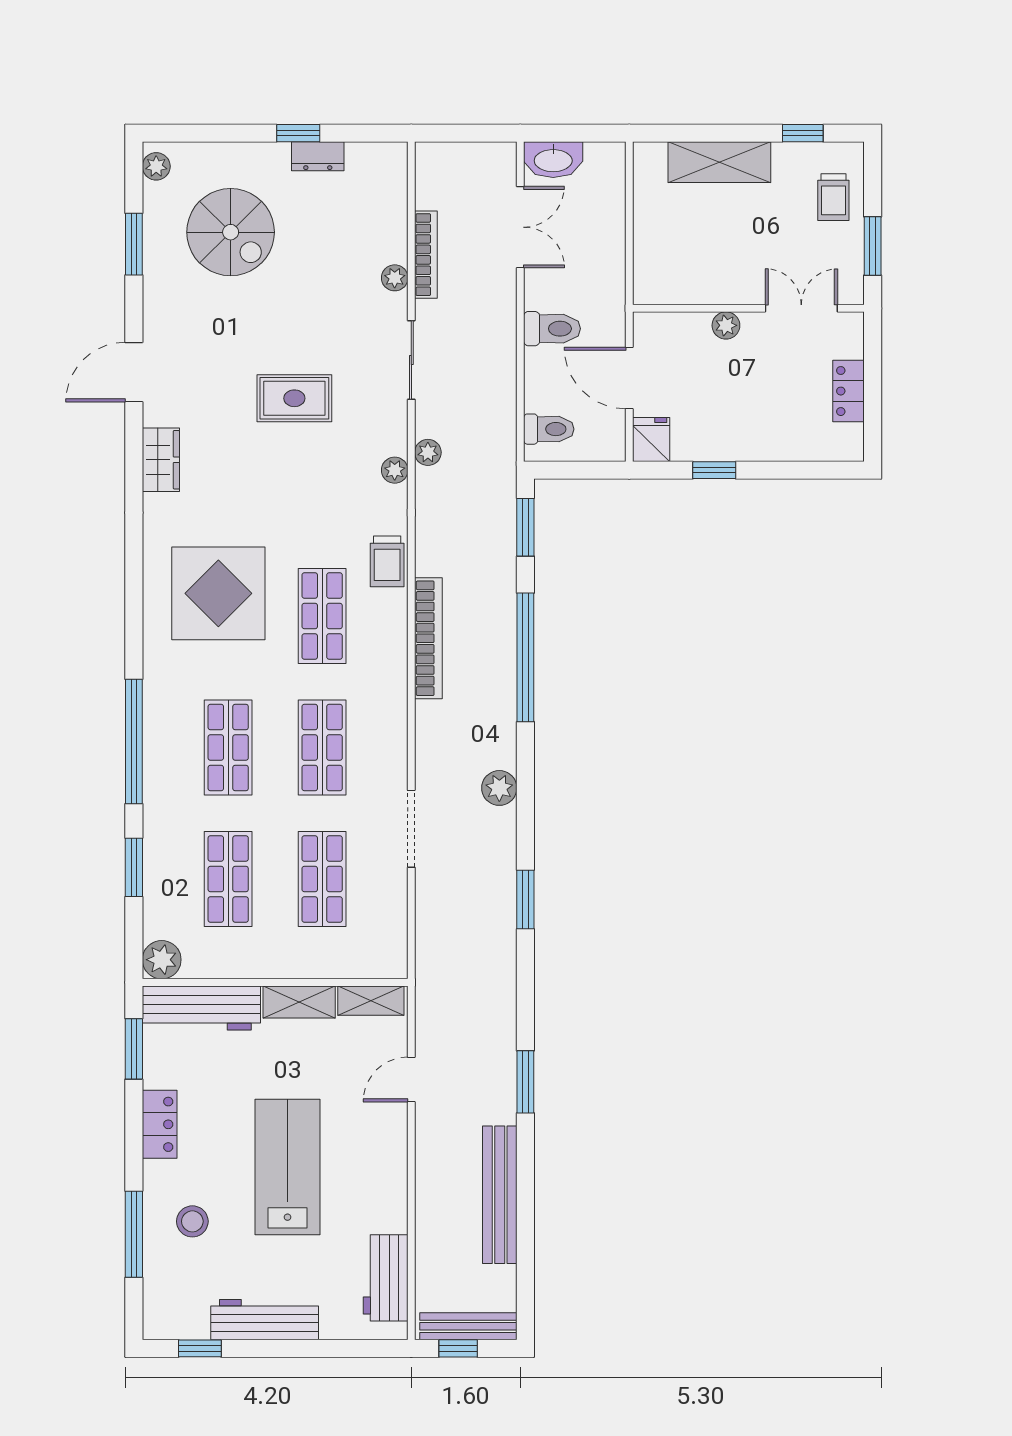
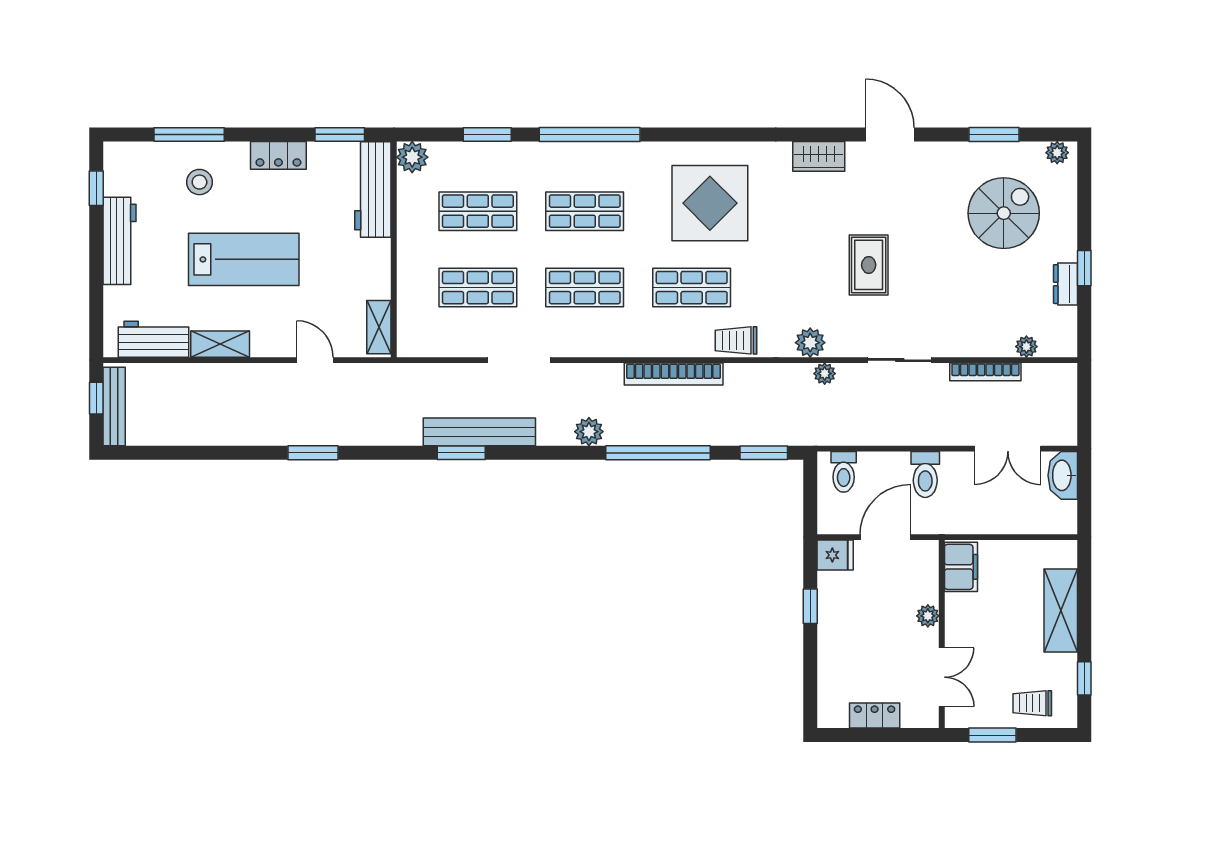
spiral stairs: (231, 232) -> (1004, 213), turned 180
plant: (395, 278) -> (1026, 347), moved
filing cabinet: (666, 285) -> (961, 567), added
plant: (395, 470) -> (810, 343), width x1.38, depth x1.38
plant: (499, 788) -> (589, 432), moved
shelving: (299, 1002) -> (220, 344), moved, turned 90
bench: (500, 1195) -> (479, 432), moved

